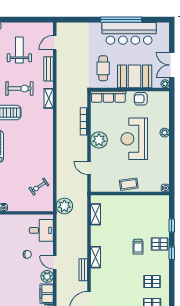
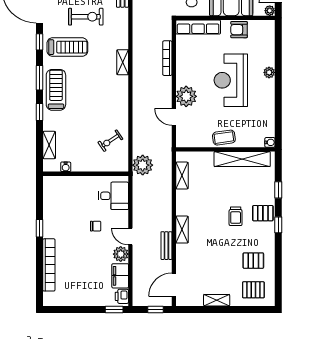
shelving: (49, 98) -> (123, 62), moved
plant: (99, 140) -> (186, 96), moved
shelving: (143, 201) -> (242, 159), added

